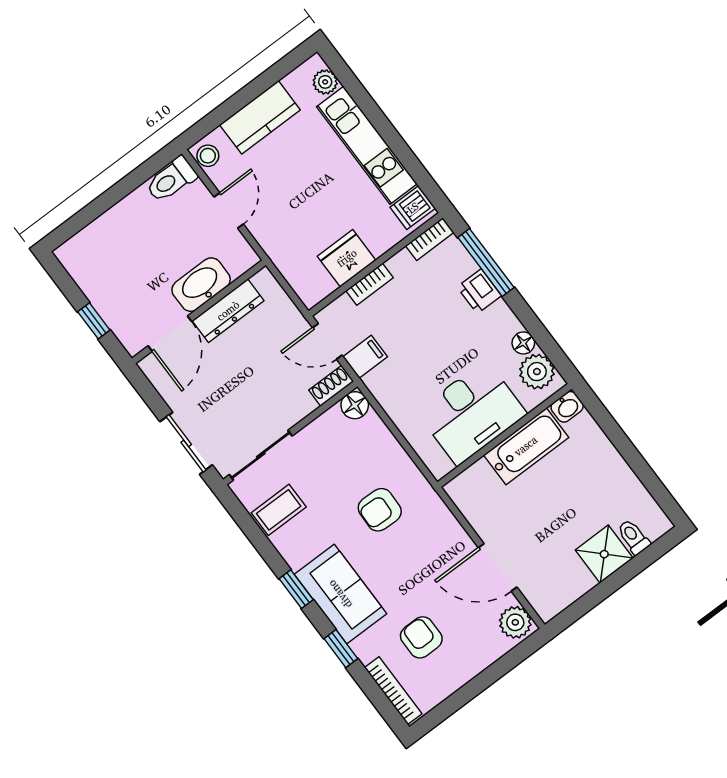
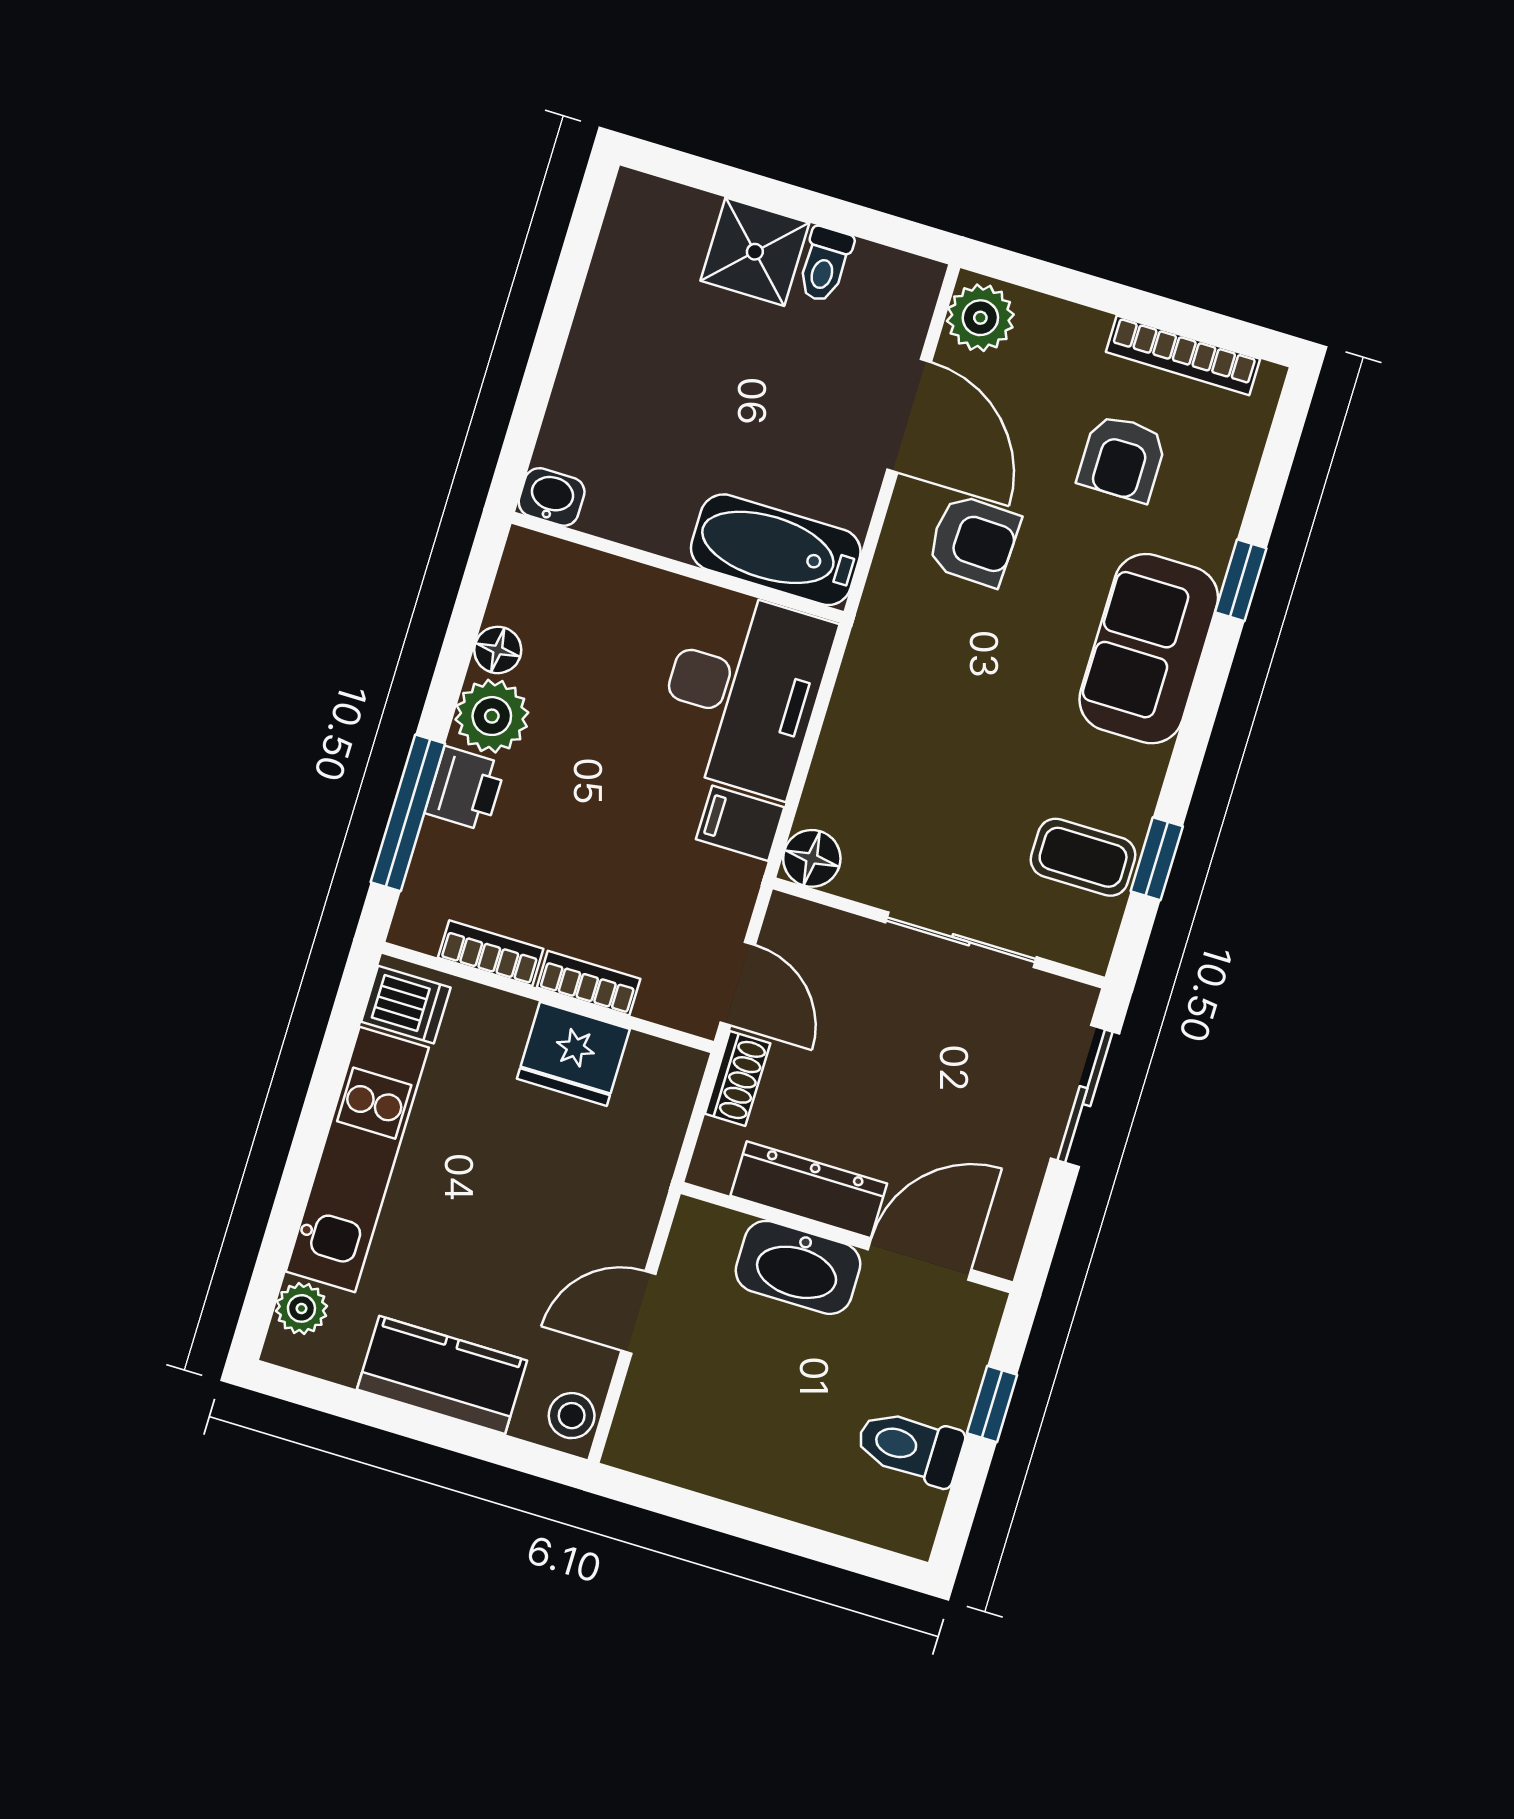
toilet: (171, 179) -> (910, 1447), moved, turned 180
bookcase: (430, 239) -> (491, 953), moved
filing cabinet: (365, 357) -> (740, 823), moved
plant: (537, 372) -> (492, 716), moved
shoe rack: (331, 386) -> (738, 1079), moved, turned -90
desk: (472, 413) -> (743, 692), moved, turned 90
bathtub: (526, 446) -> (776, 550), moved
sliding door: (261, 455) -> (961, 940), moved
armchair: (380, 510) -> (973, 540), moved
toilet: (633, 537) -> (825, 264), moved
window: (296, 589) -> (1157, 859), moved
bookcase: (393, 691) -> (1183, 355), moved, turned -90

